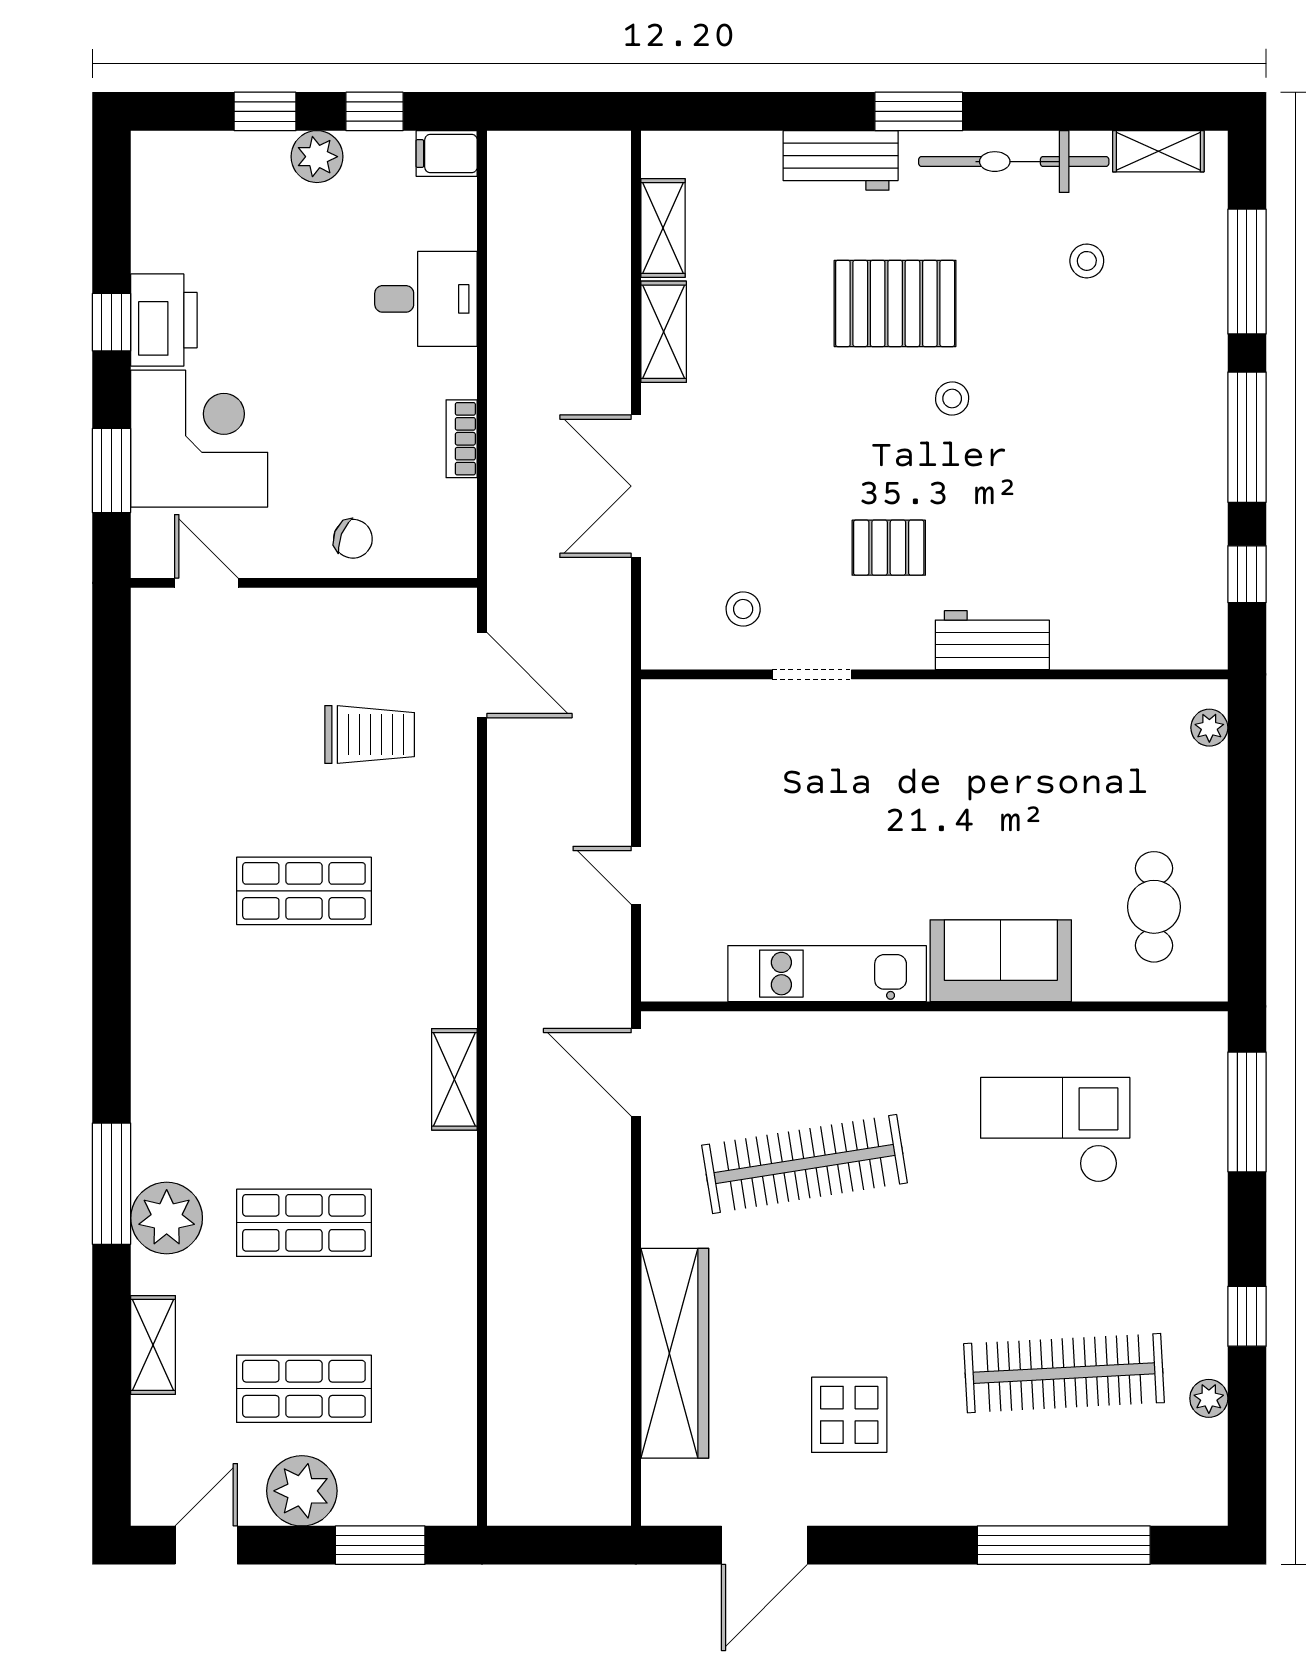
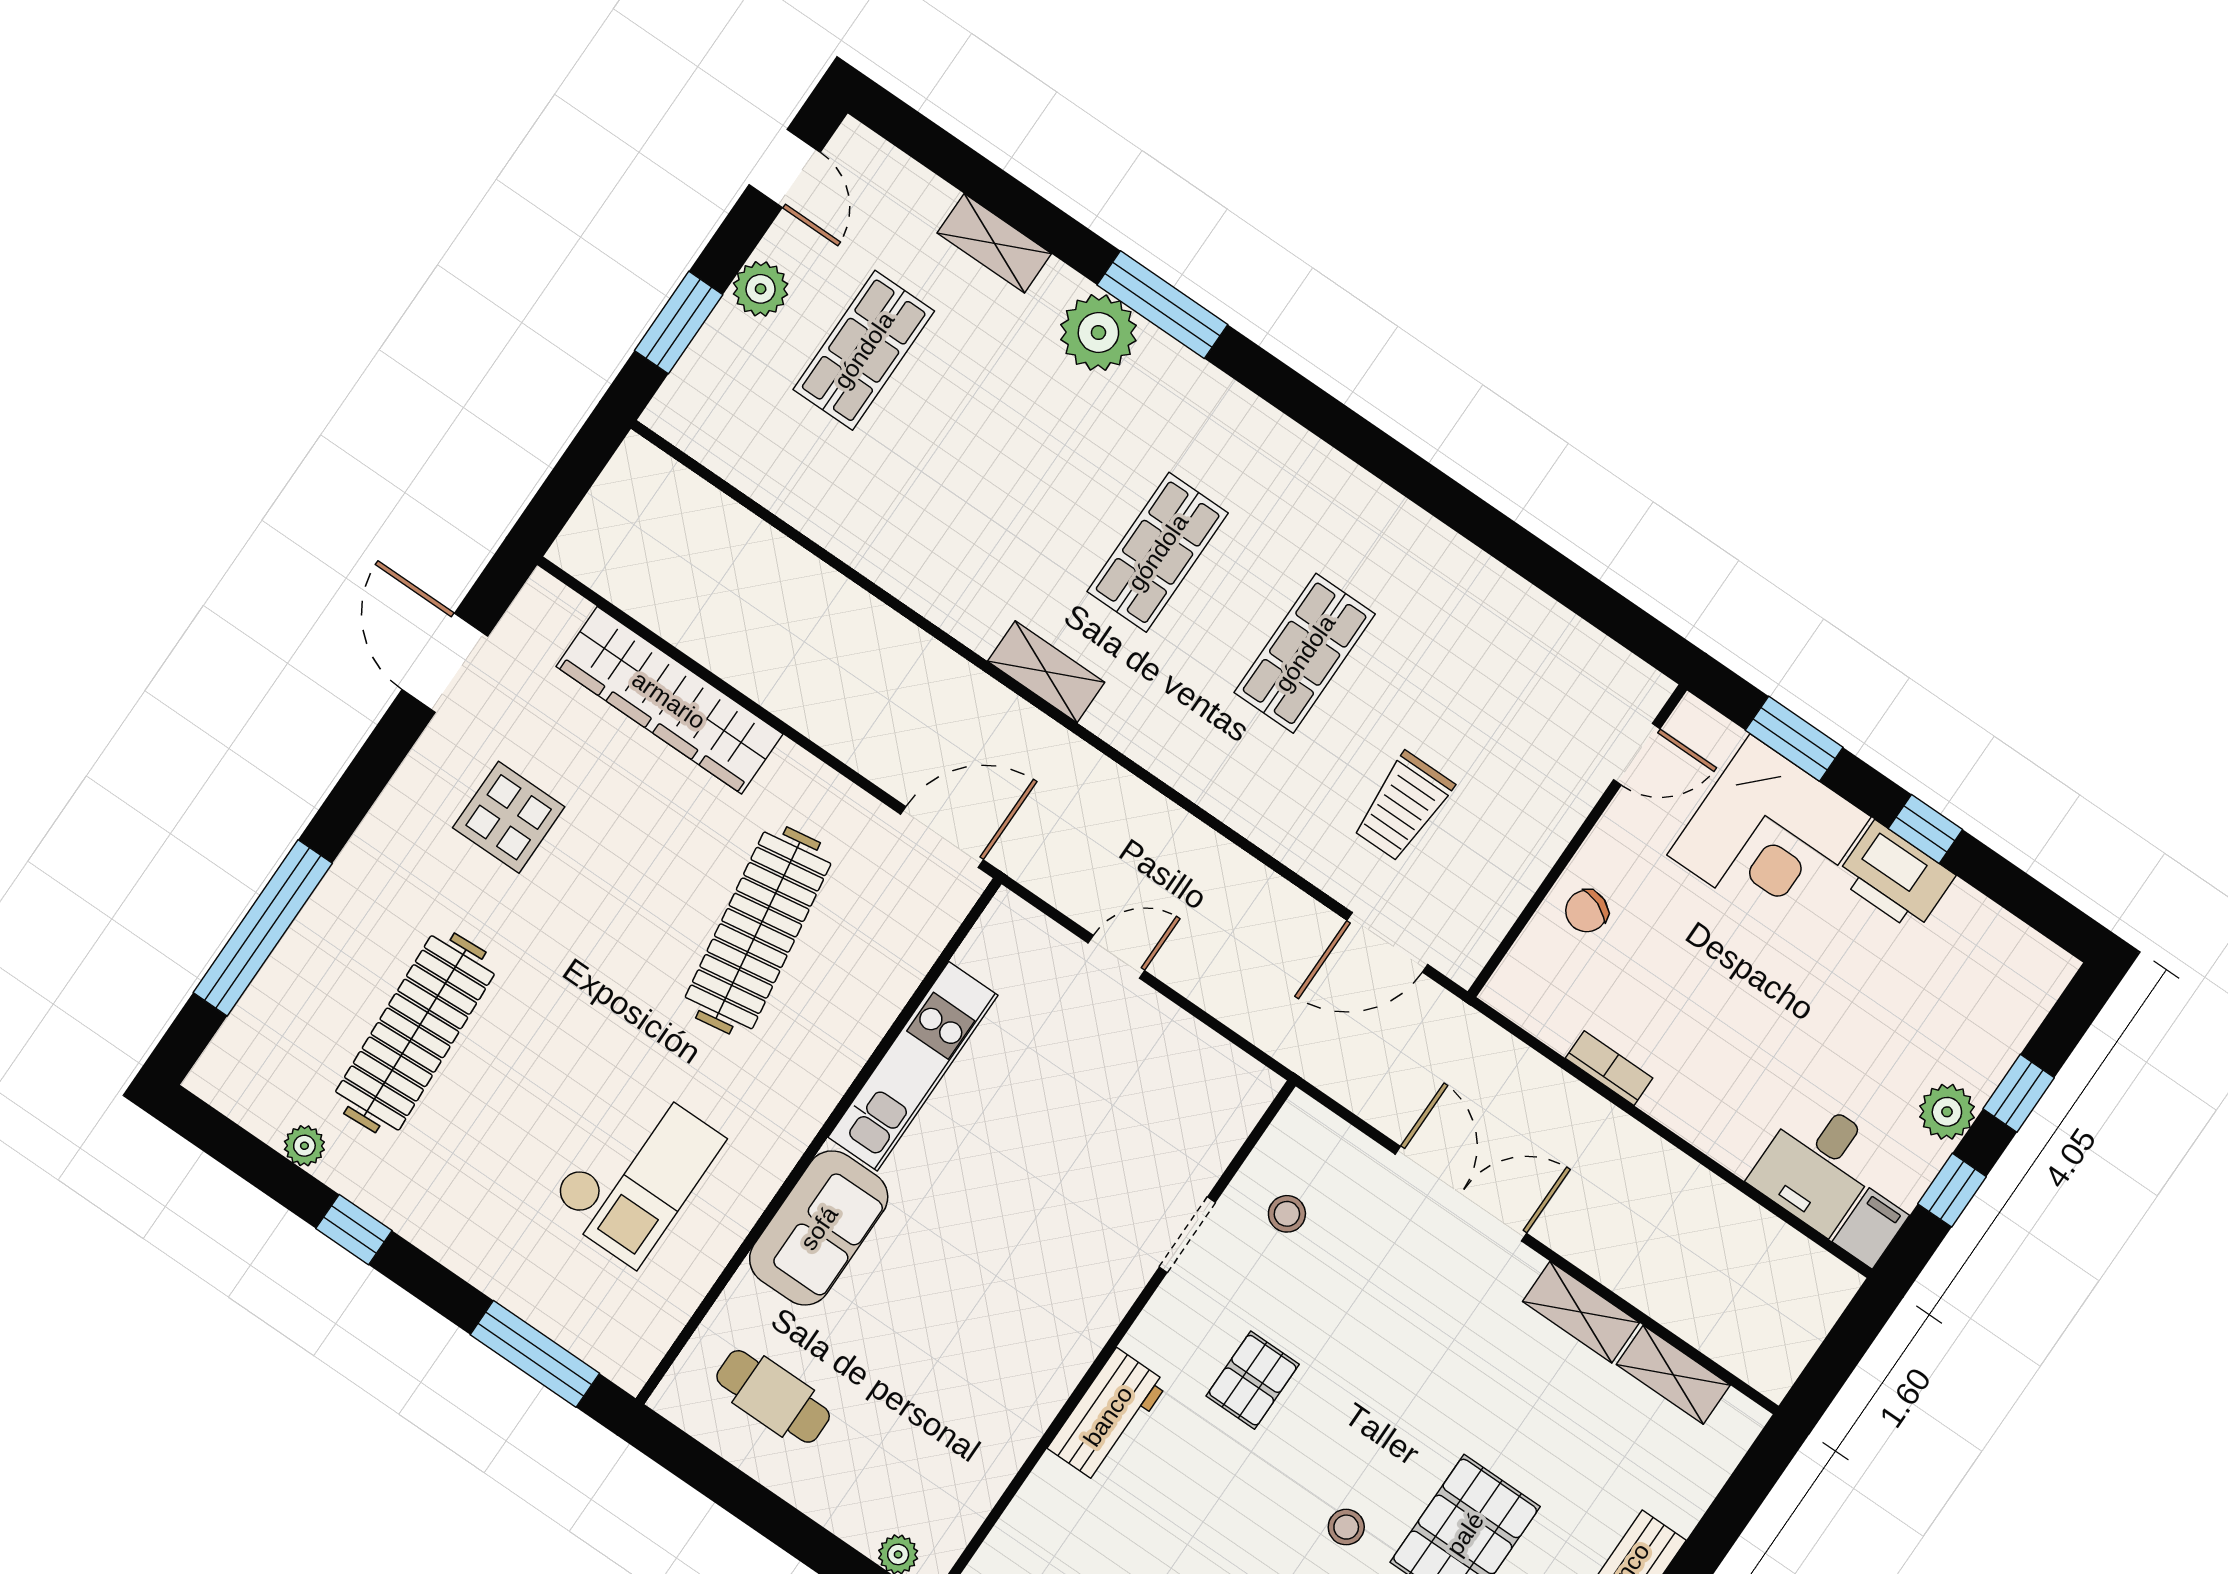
desk: (426, 299) -> (1818, 1165), moved
shop shelf: (304, 1223) -> (1158, 552), moved
plant: (302, 1491) -> (761, 289), width x0.73, depth x0.73

